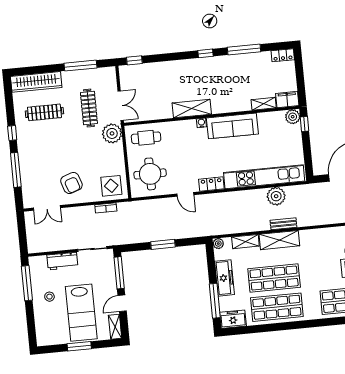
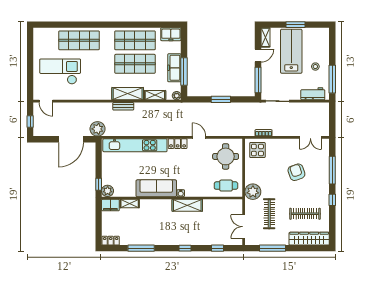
window: (206, 53) -> (185, 248), moved
window: (134, 60) -> (218, 248), moved
double door: (121, 106) -> (244, 227), moved
armchair: (71, 183) -> (296, 172), moved
plant: (276, 196) -> (98, 129), moved
double door: (47, 208) -> (310, 137), swing flipped
workbench: (62, 261) -> (313, 94), moved
window: (215, 301) -> (184, 71), moved

